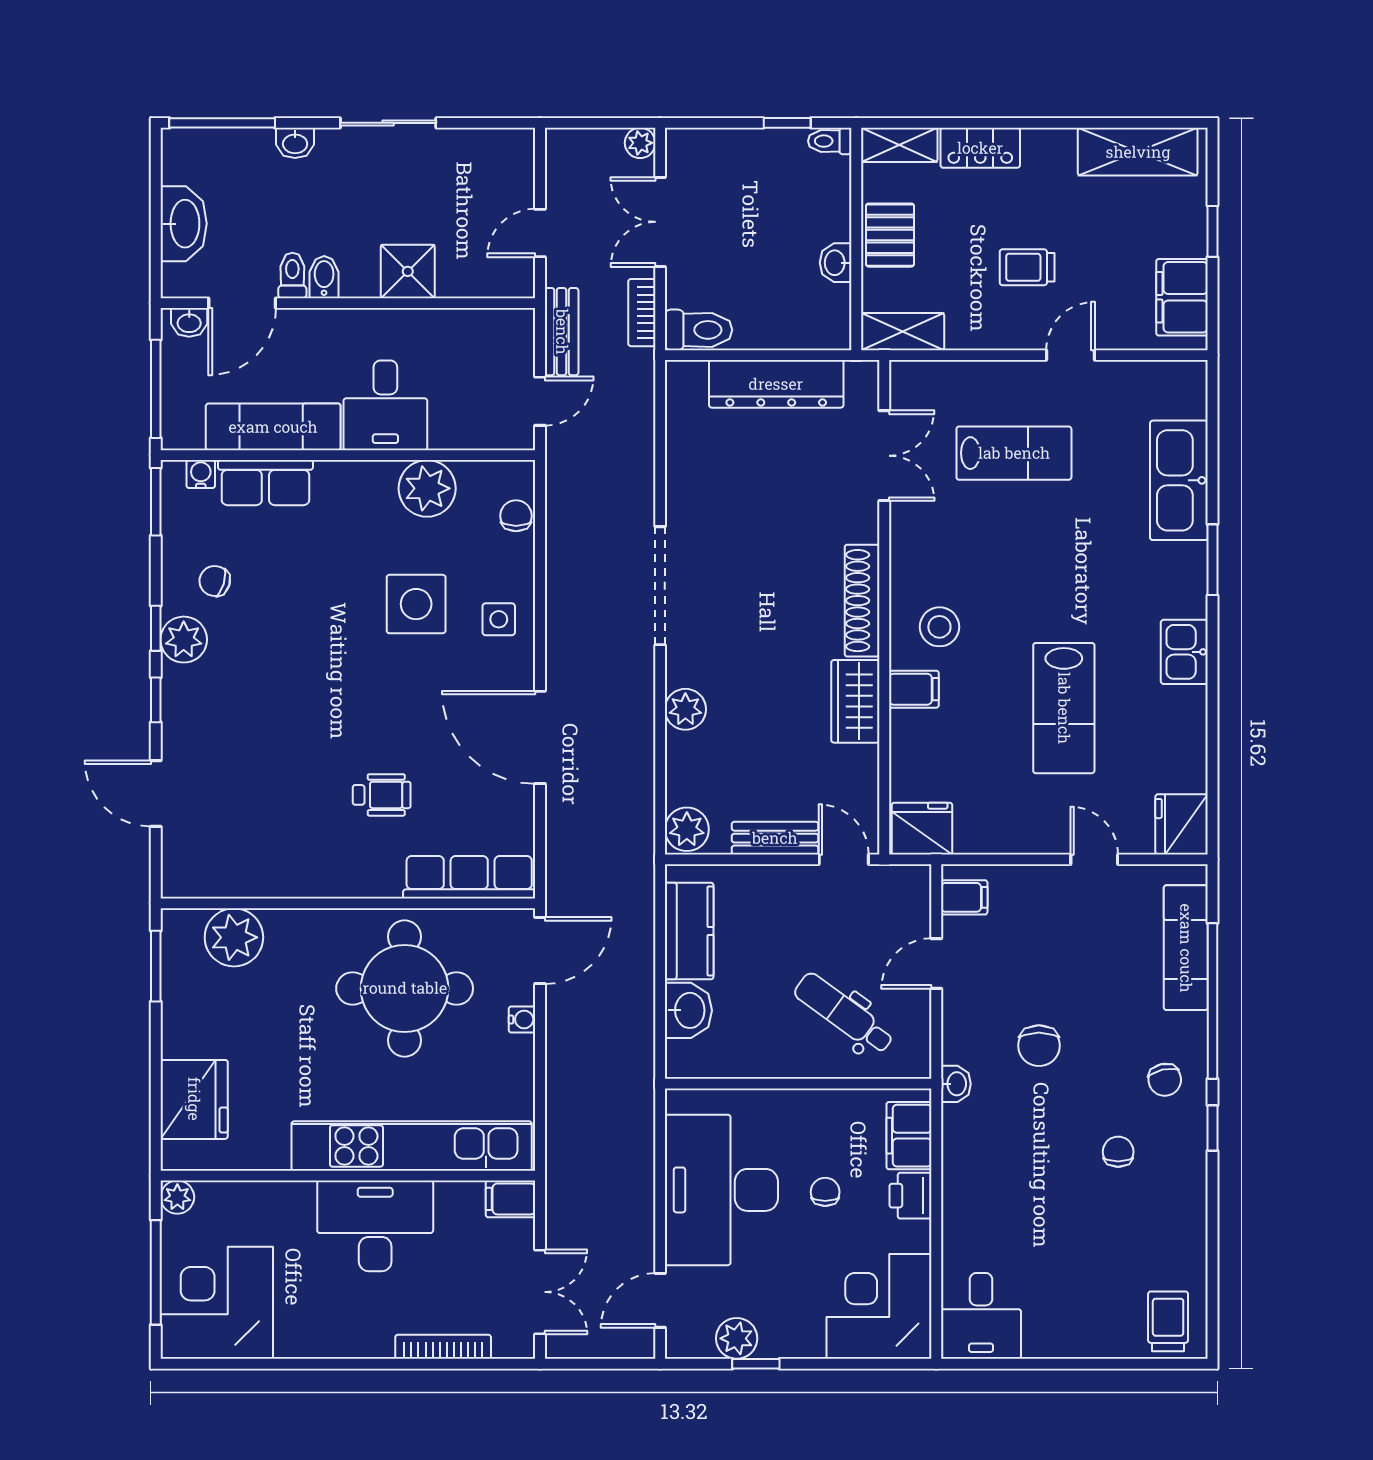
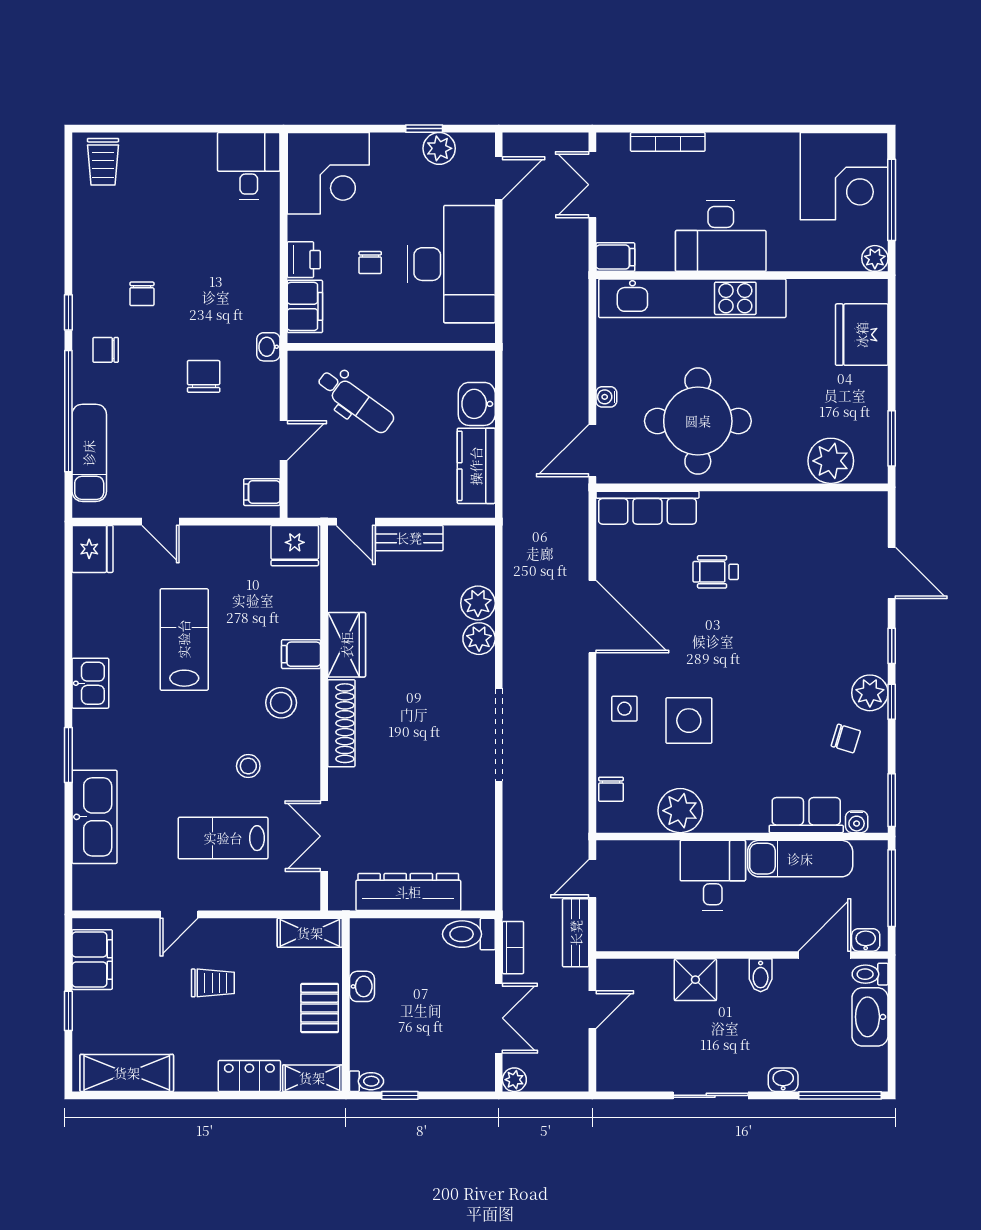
toilet: (292, 275) -> (870, 974), moved, turned 90
stool: (982, 546) -> (248, 766), added
plant: (687, 829) -> (478, 603), moved
chair: (1165, 1080) -> (106, 350), turned -77

